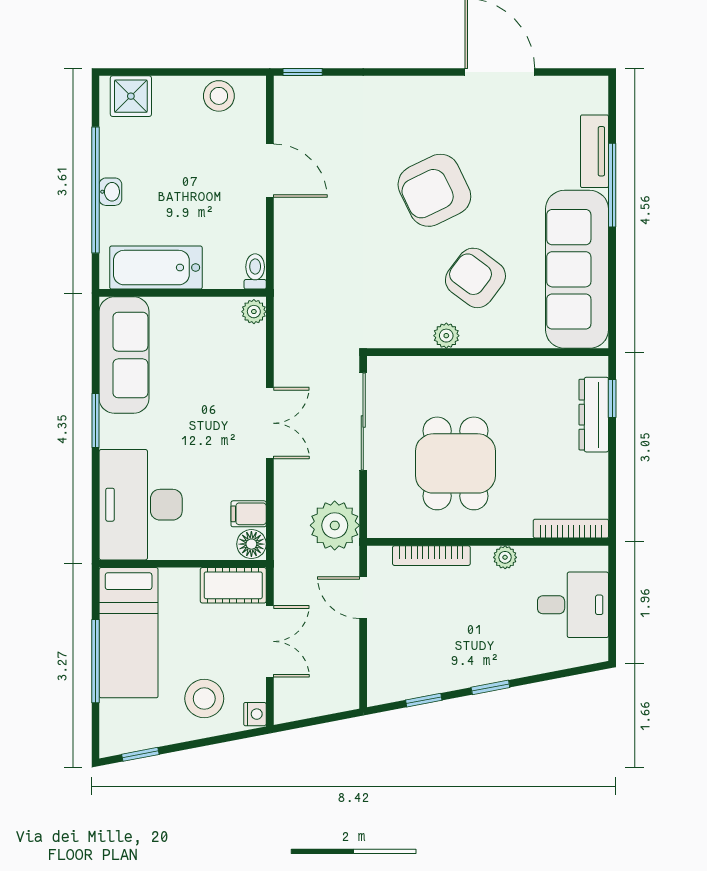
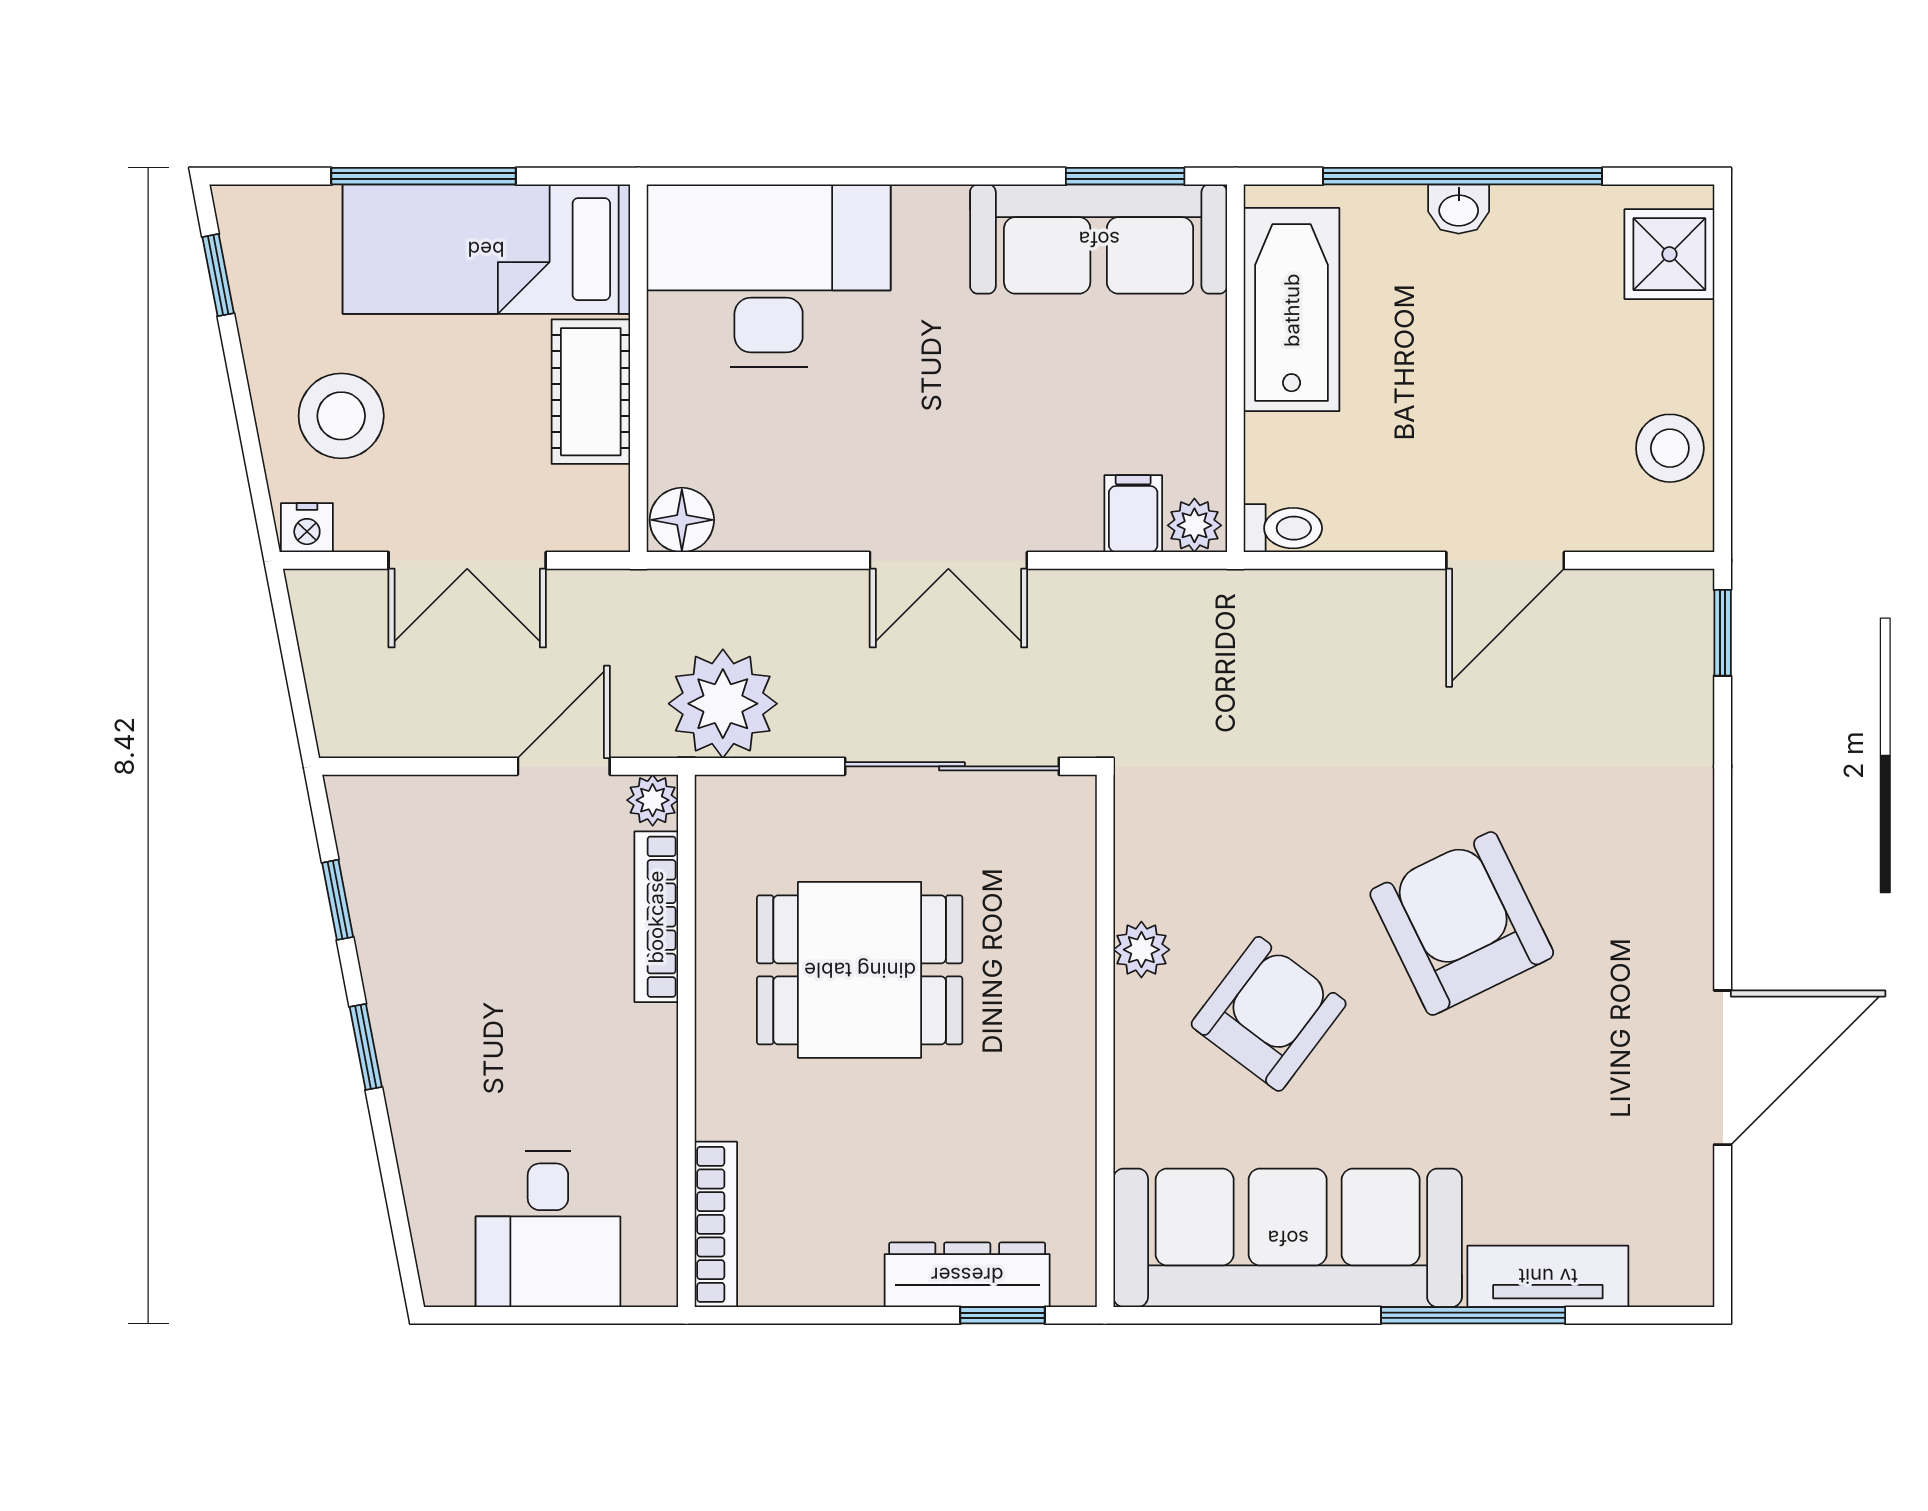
window: (96, 420) -> (1125, 176), moved
filing cabinet: (249, 514) -> (1133, 514), moved
plant: (505, 557) -> (653, 800), moved
cot: (233, 585) -> (591, 392), moved

